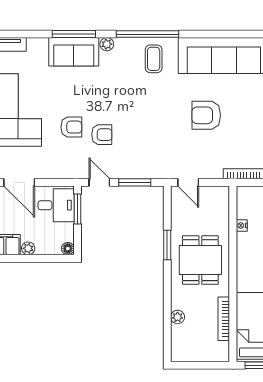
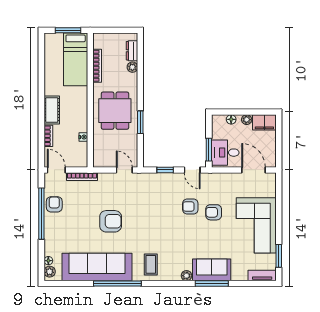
window: (148, 34) -> (117, 283), moved
window: (135, 182) -> (165, 170), width x0.67
floor lamp: (68, 249) -> (231, 119), moved
dresser: (178, 338) -> (132, 51), added

